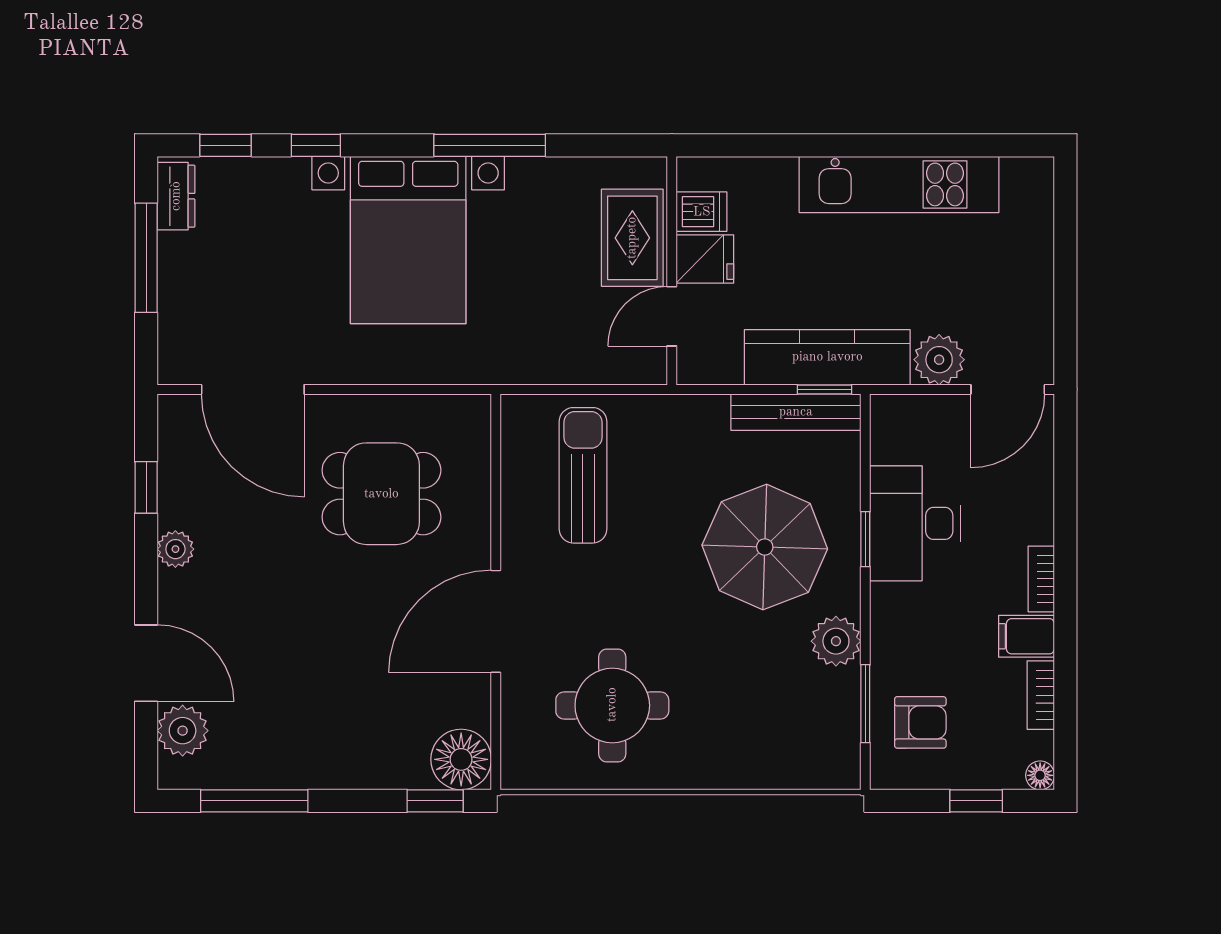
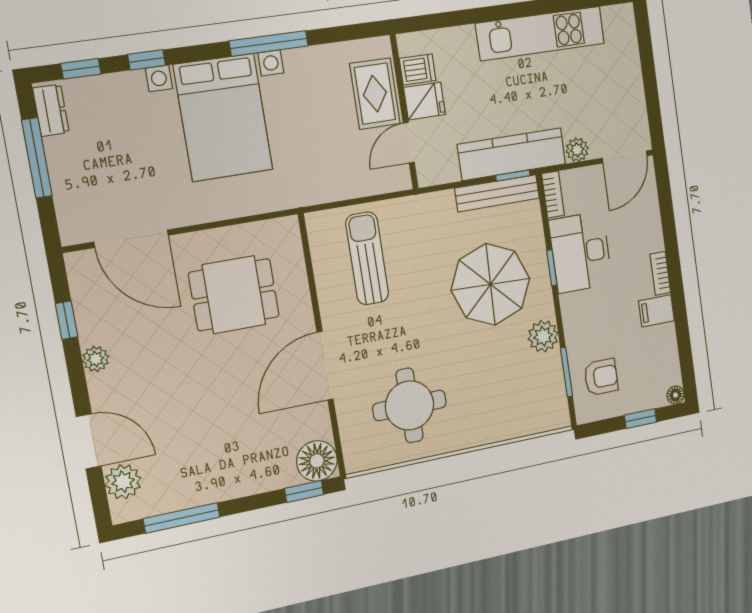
plant: (939, 360) -> (577, 150), width x0.73, depth x0.73
bookcase: (1041, 695) -> (553, 194), moved, turned 180

